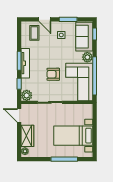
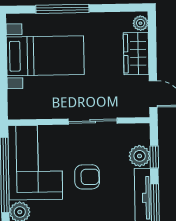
plant: (27, 95) -> (140, 156), moved

